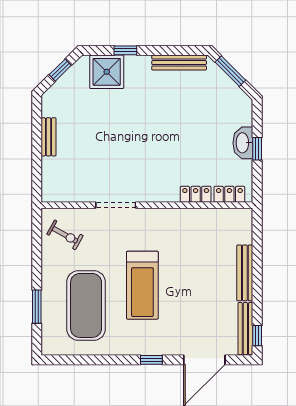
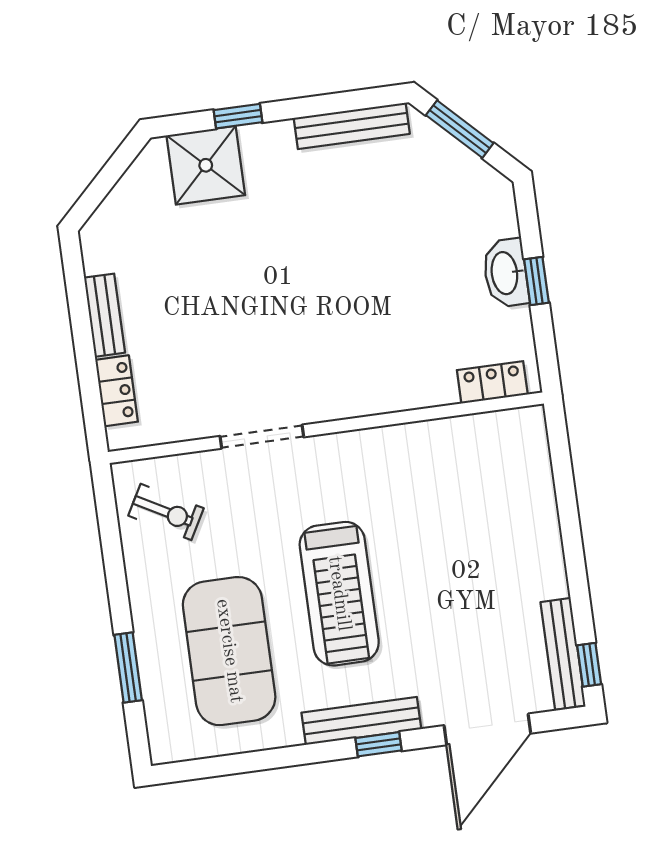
window: (60, 70) -> (110, 175), removed
locker: (196, 194) -> (117, 391), moved, turned 90
bench: (245, 273) -> (361, 721), moved, turned 90

